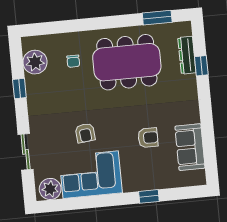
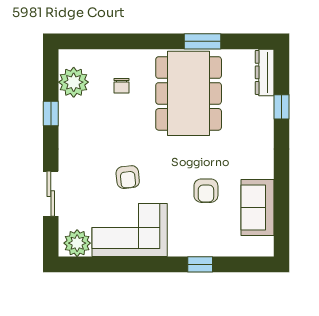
window: (157, 18) -> (203, 41), moved
dresser: (187, 55) -> (265, 72), moved
dining table: (127, 62) -> (189, 93), turned 90
armchair: (148, 138) -> (206, 191), turned 90

